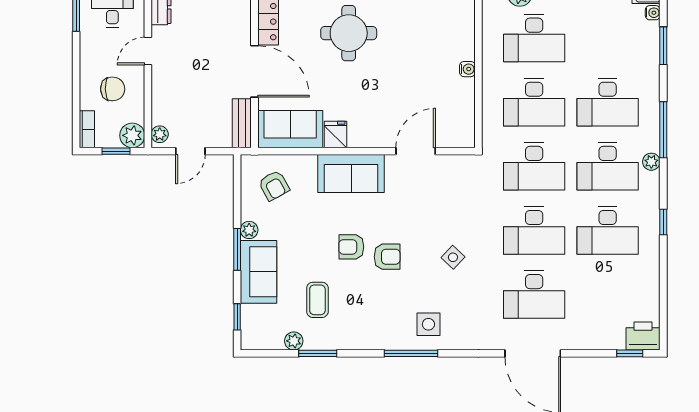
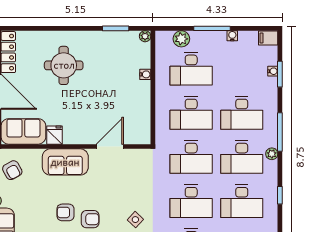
water cooler: (653, 13) -> (273, 71), moved
water cooler: (467, 69) -> (145, 74), moved

